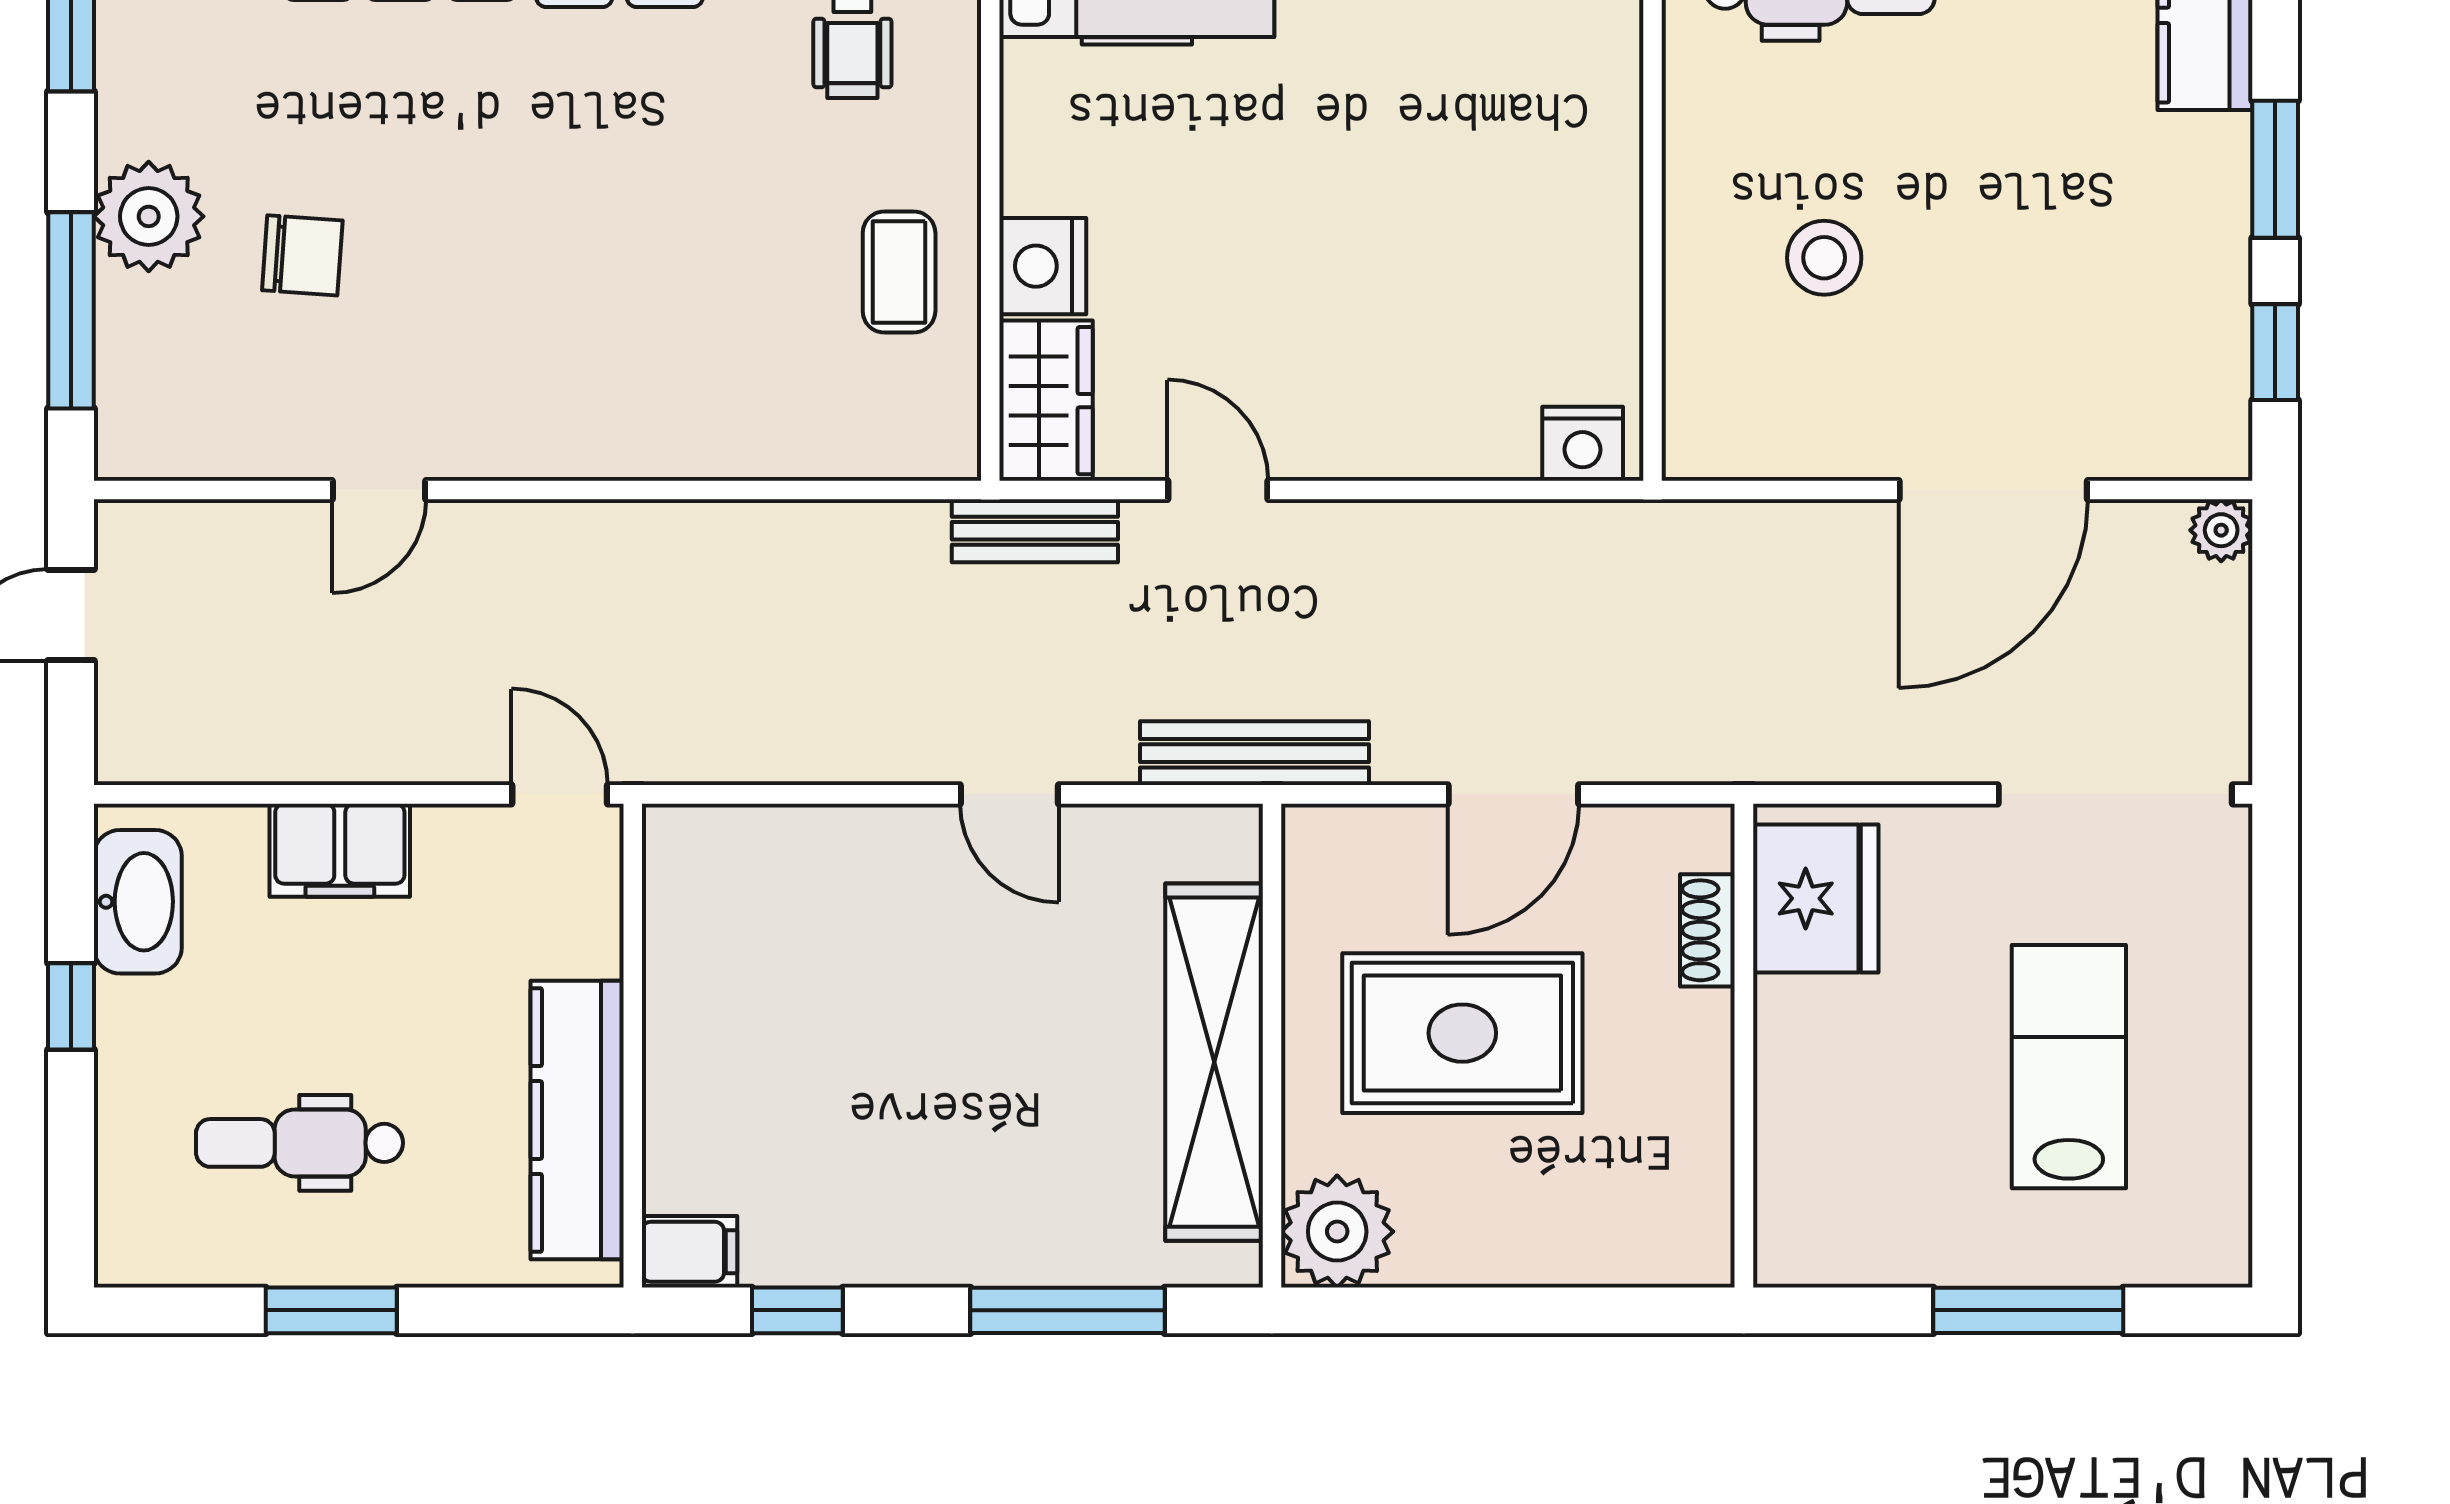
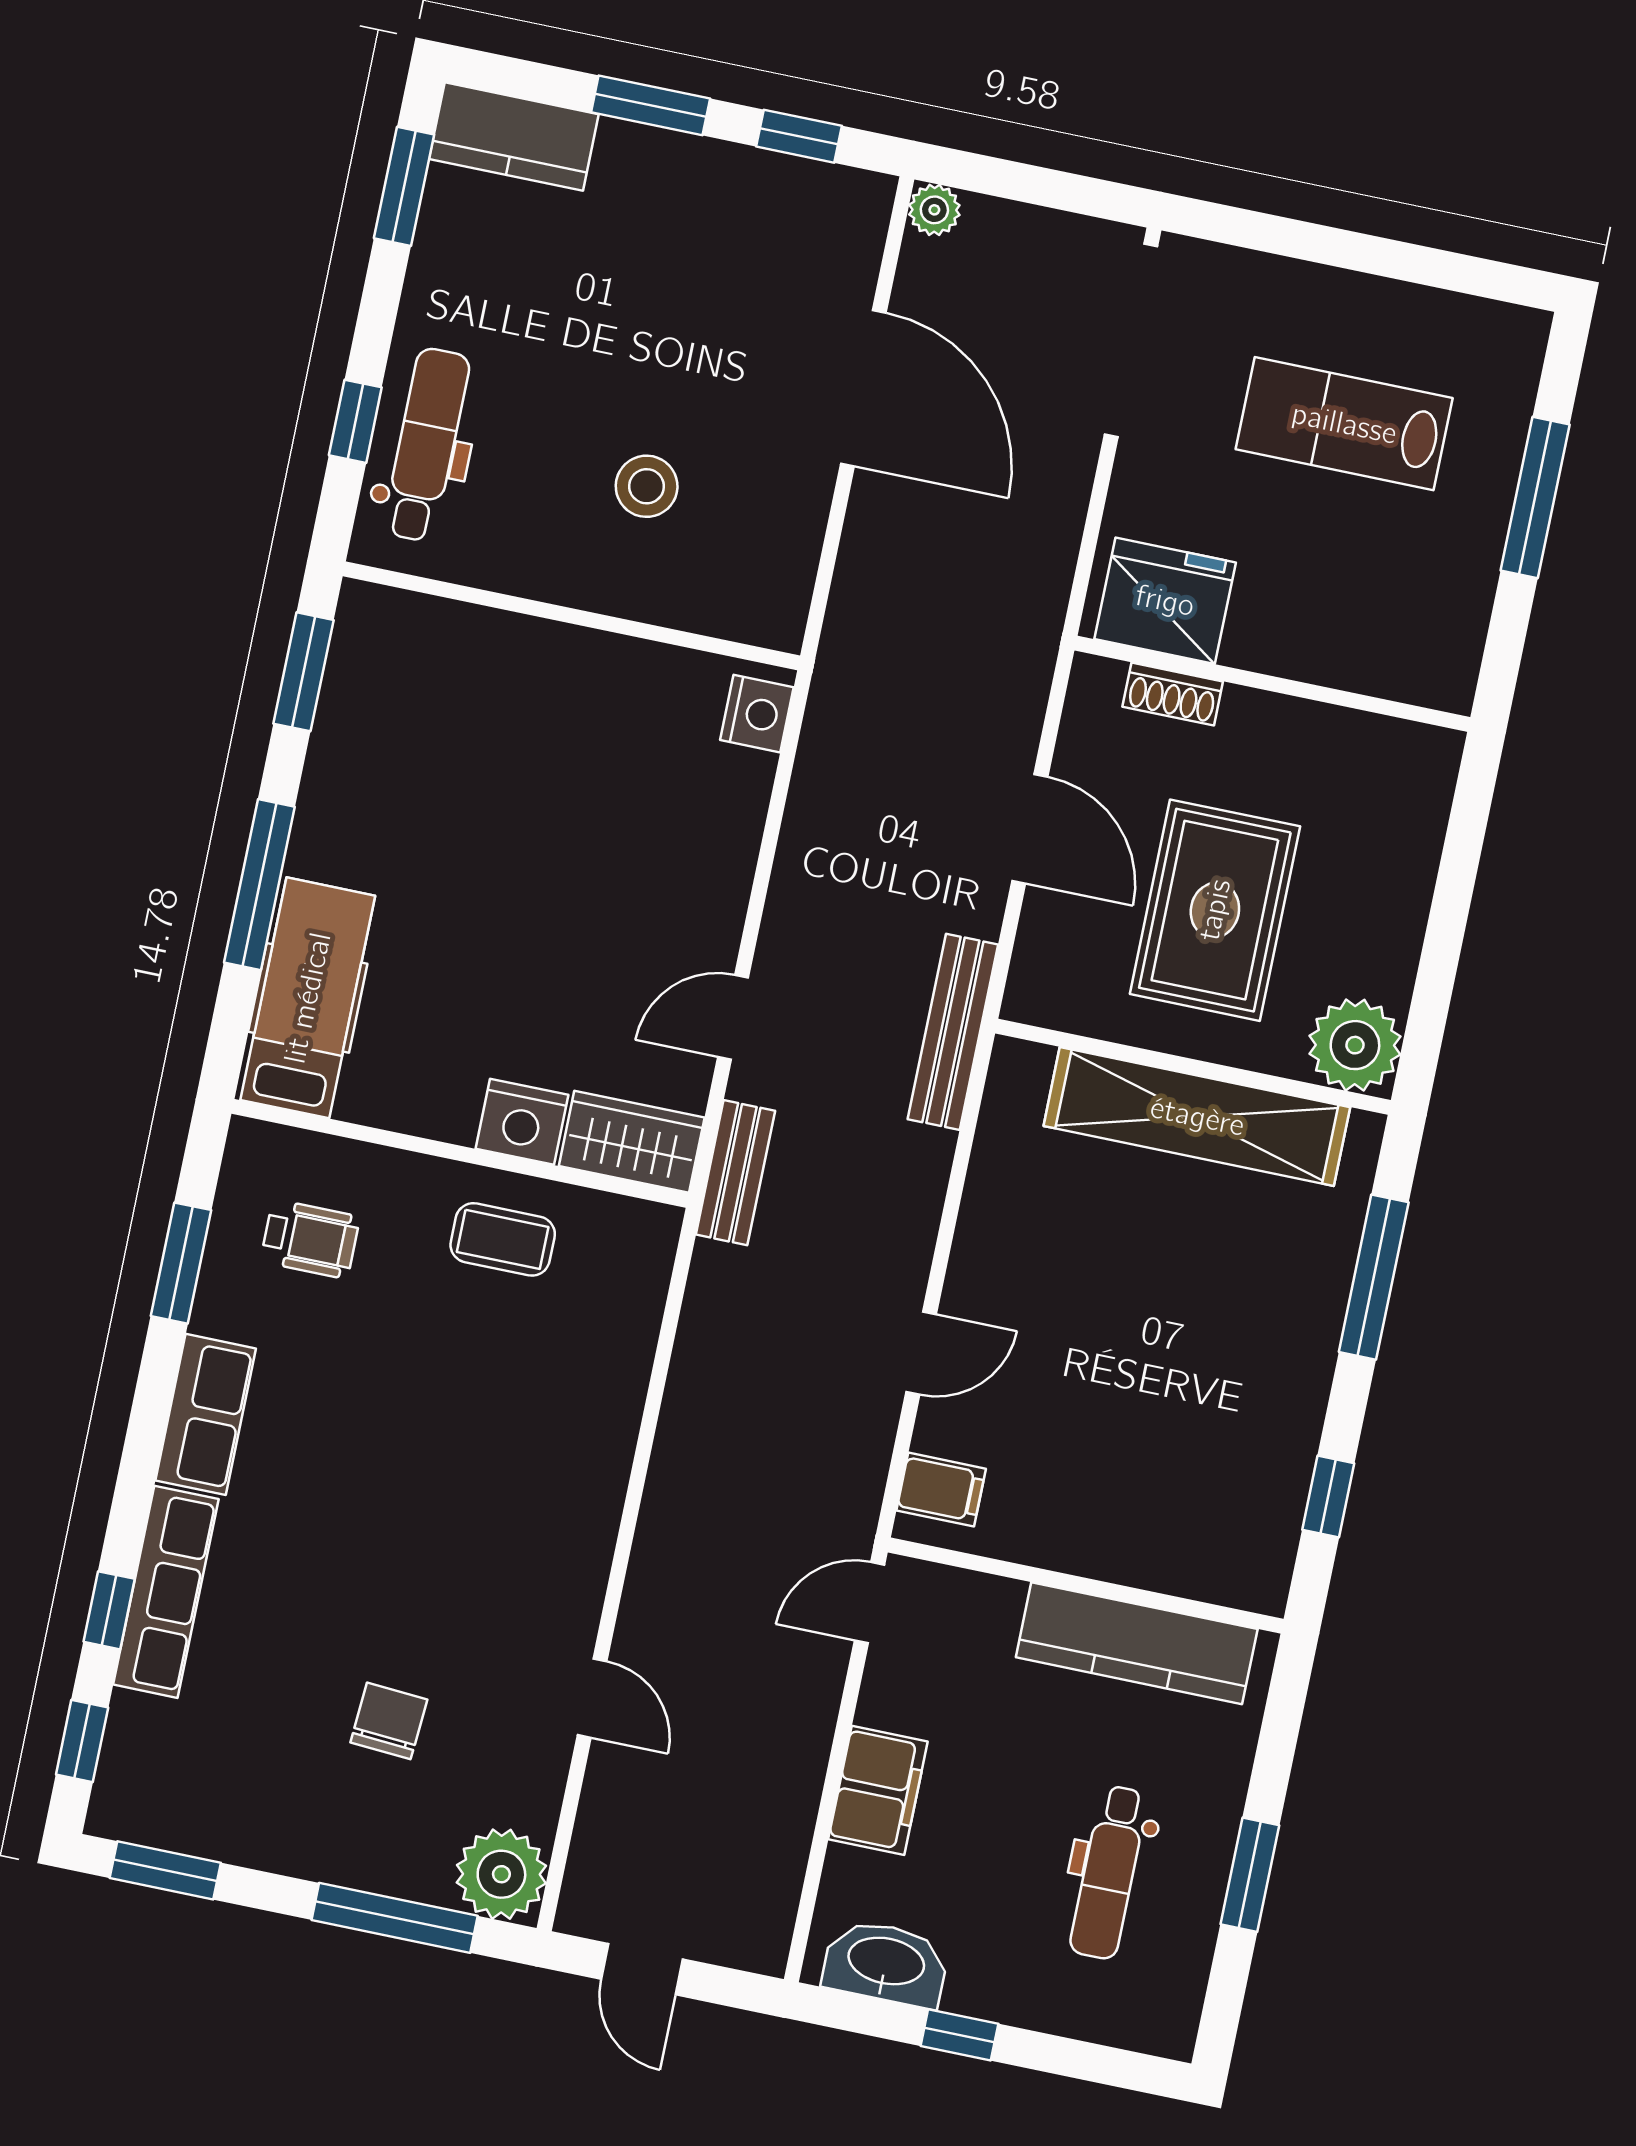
plant: (149, 216) -> (501, 1874), moved
door: (1009, 794) -> (921, 1353), moved
filing cabinet: (690, 1252) -> (941, 1490), moved, turned 90

